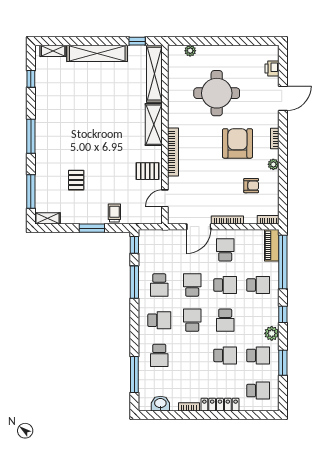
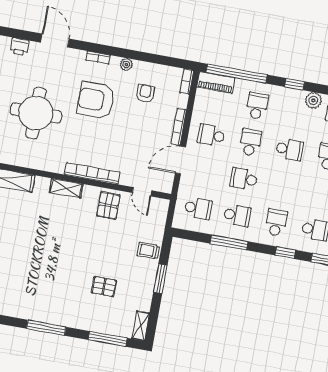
shelving: (154, 125) -> (66, 188), width x0.67, depth x0.75
door: (199, 227) -> (180, 160), swing flipped
window: (134, 245) -> (285, 253), moved
school desk: (192, 320) -> (198, 208), moved, turned 180

